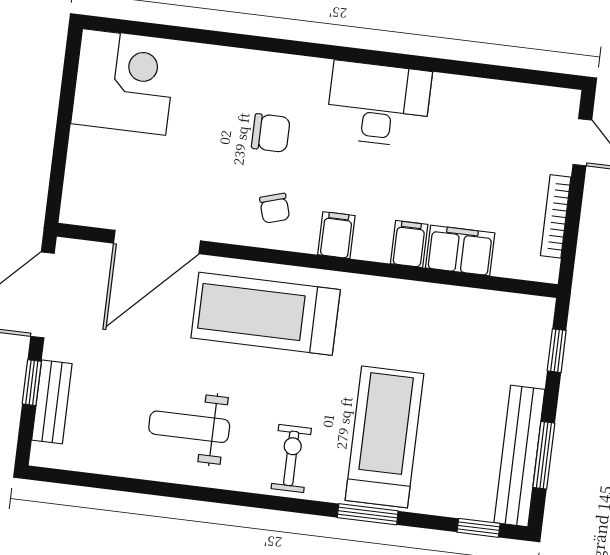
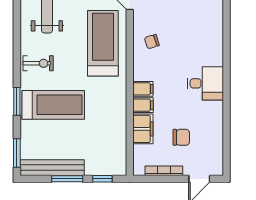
desk: (379, 104) -> (205, 83), width x0.73
chair: (271, 133) -> (181, 137), moved, turned -90
filing cabinet: (336, 235) -> (143, 89), moved
window: (544, 455) -> (67, 179), moved
window: (478, 528) -> (17, 153), width x1.50

